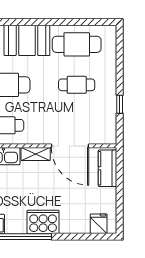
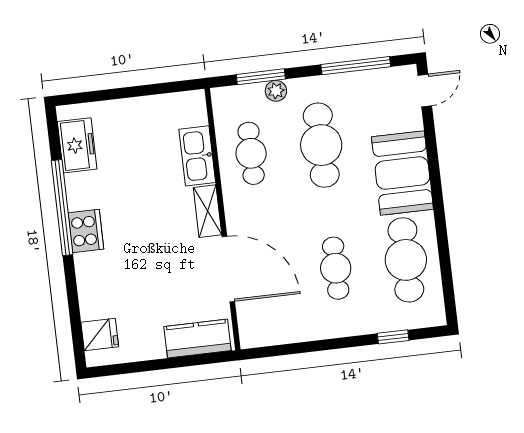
window: (120, 104) -> (393, 337), moved
door: (70, 146) -> (228, 269), swing flipped
cooker: (43, 222) -> (86, 231), width x0.73, depth x0.76

